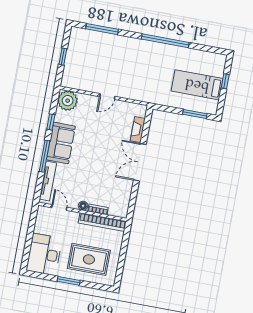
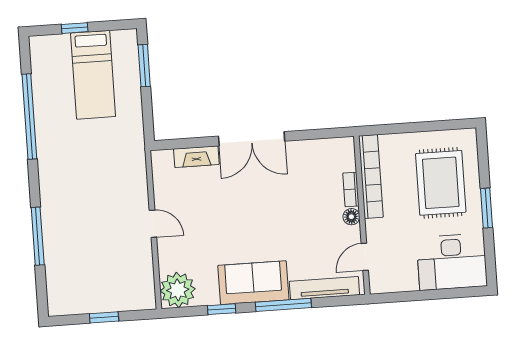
window: (102, 29) -> (38, 236), moved
window: (165, 41) -> (29, 117), moved

